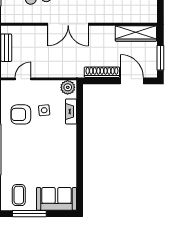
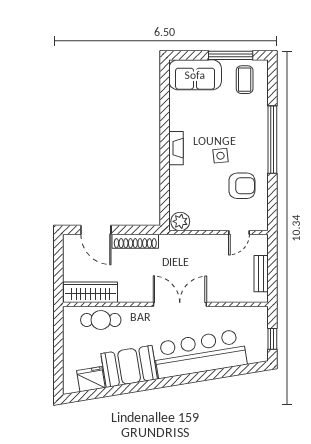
cafe table: (128, 12) -> (101, 320), added
window: (160, 58) -> (58, 260), removed
side table: (44, 110) -> (220, 156), moved
fireplace: (71, 112) -> (176, 148), moved

